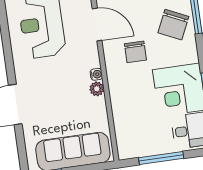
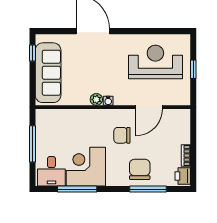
chair: (173, 25) -> (140, 169), turned 65

